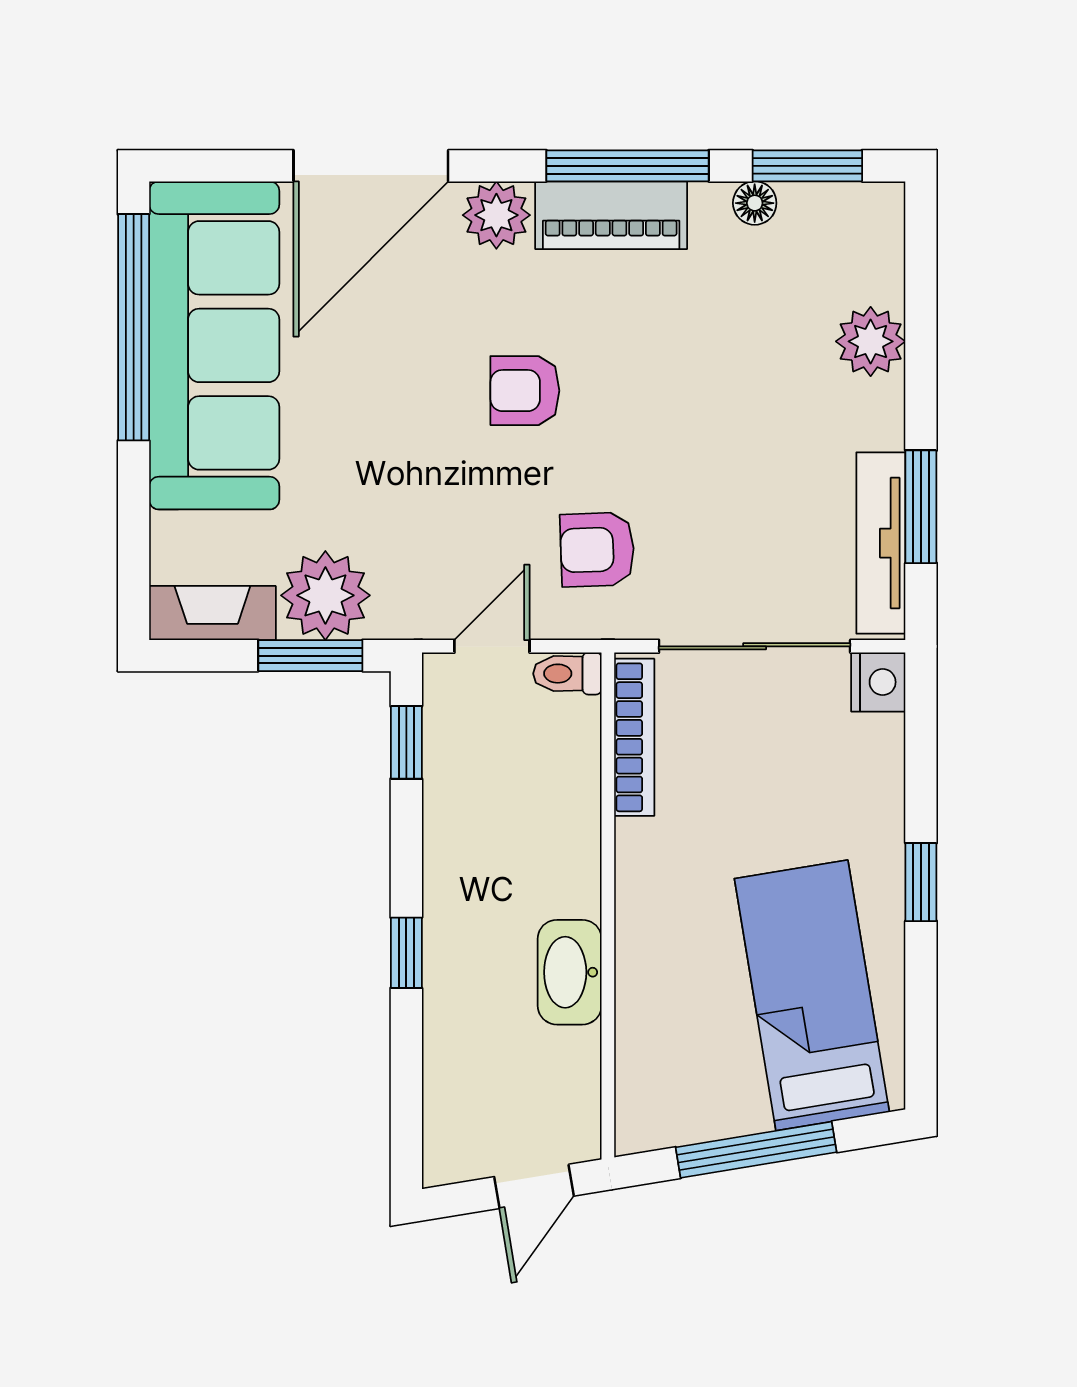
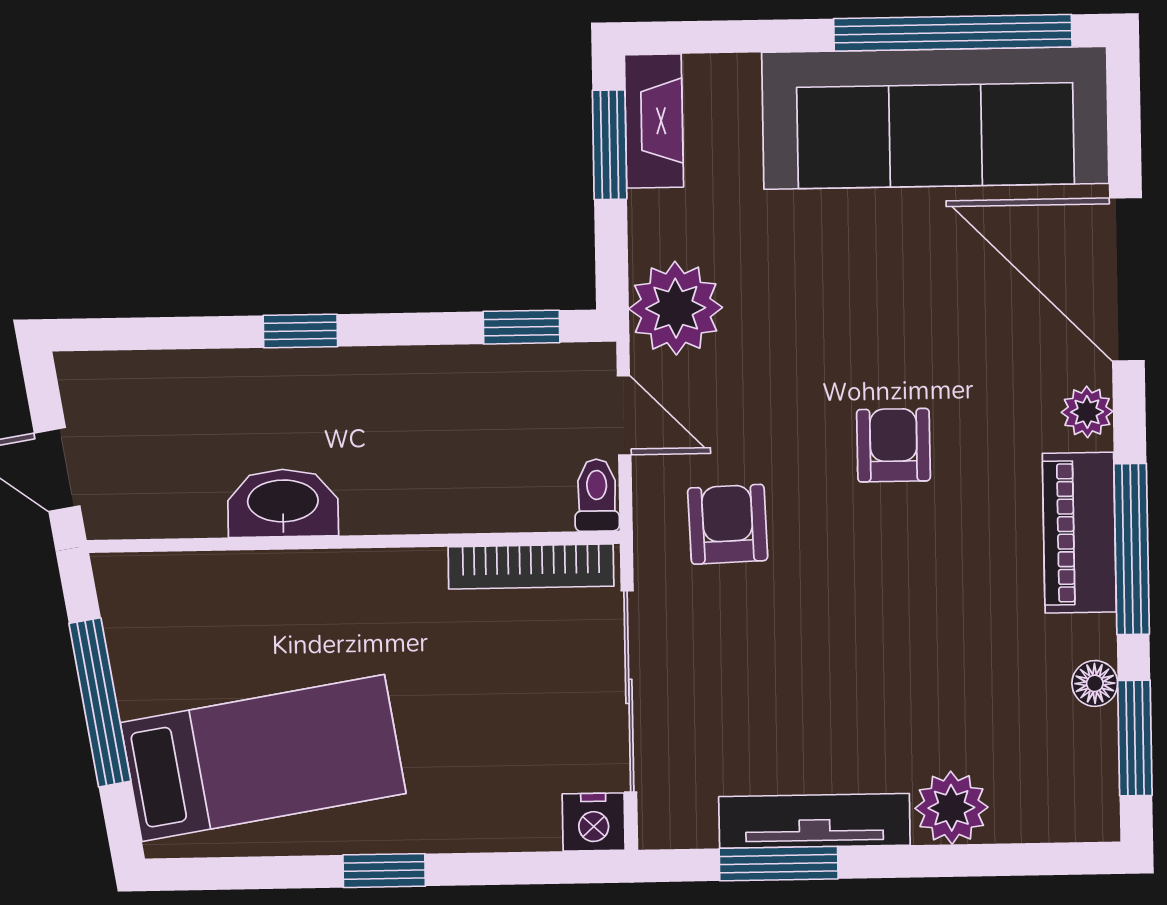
plant: (496, 215) -> (1087, 412), width x0.73, depth x0.73
tv unit: (881, 543) -> (814, 821), moved
plant: (325, 595) -> (676, 308), moved
window: (310, 656) -> (610, 145), moved

